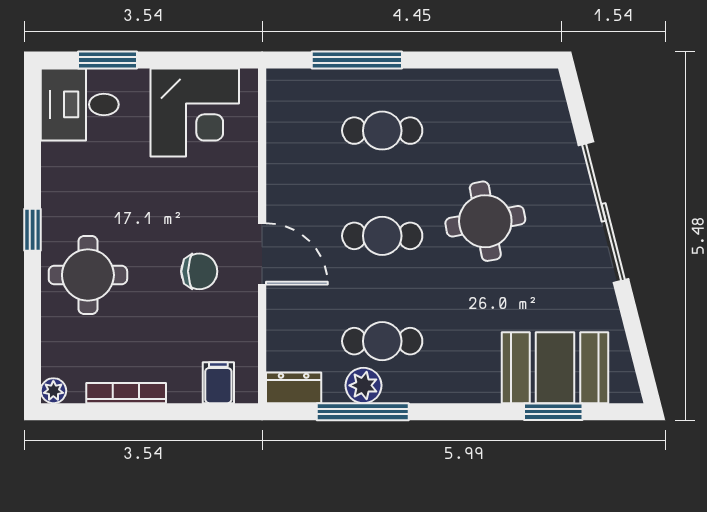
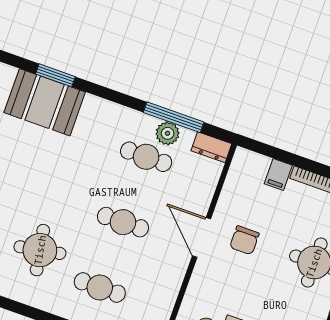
round table: (485, 221) -> (40, 250), moved
chair: (199, 271) -> (244, 240), turned -90
filing cabinet: (218, 383) -> (278, 175), moved

